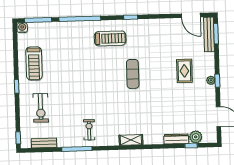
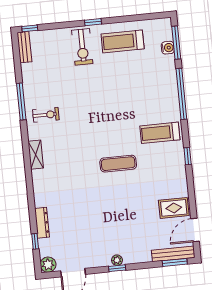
water cooler: (22, 28) -> (168, 48), moved
treadmill: (110, 38) -> (160, 133), turned 90
rug: (184, 71) -> (174, 208), moved
exercise bike: (41, 108) -> (82, 47), moved, turned -90
plant: (196, 137) -> (48, 265), moved
shelving: (131, 140) -> (36, 155), moved
bench: (44, 143) -> (24, 47), moved

